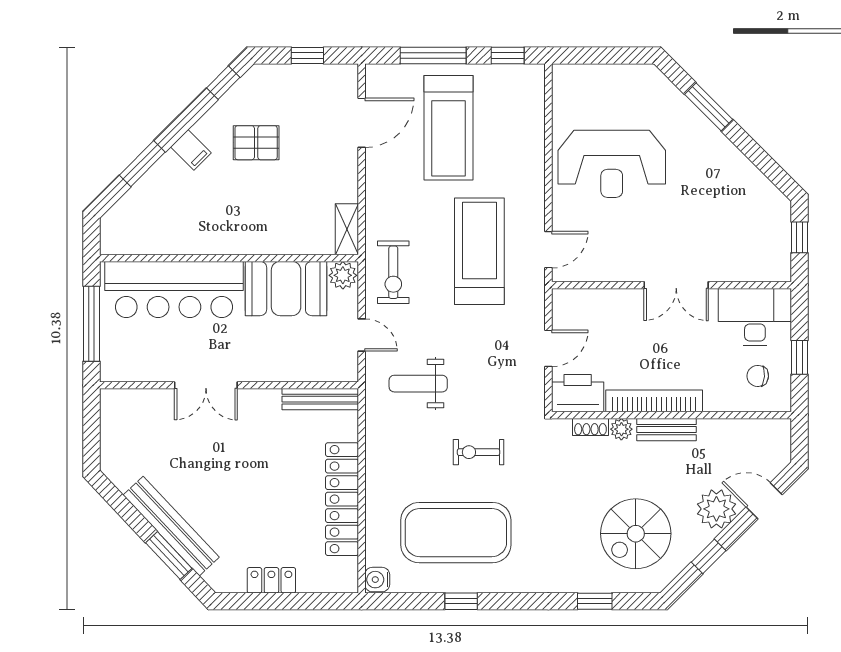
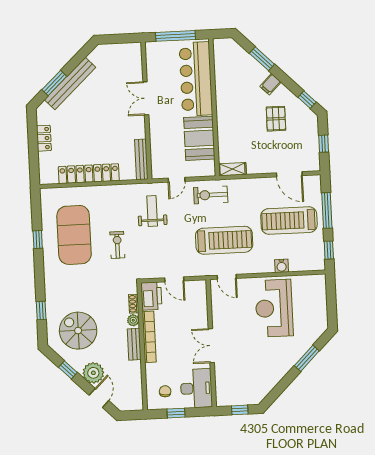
plant: (343, 275) -> (208, 168), removed
water cooler: (377, 580) -> (282, 266), moved, turned 180

